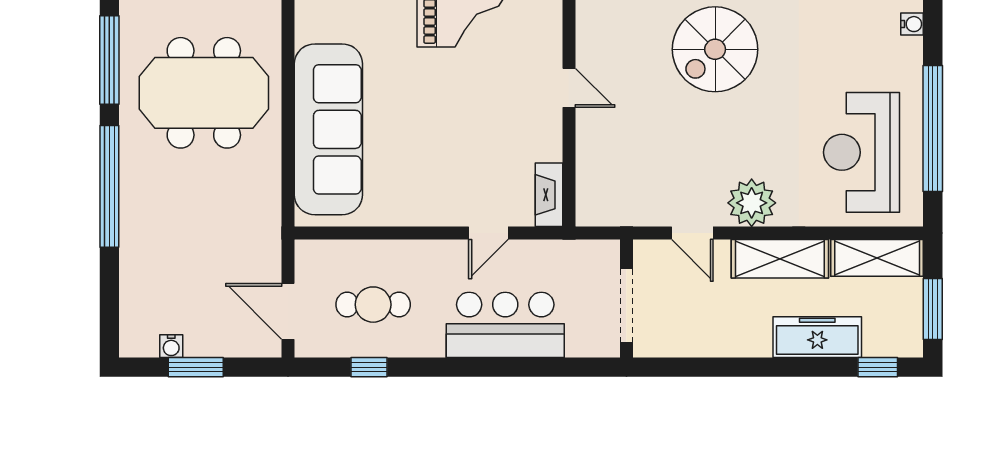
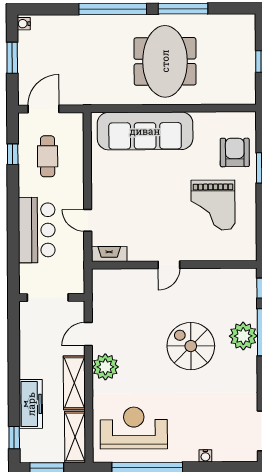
water cooler: (171, 346) -> (24, 24), moved

